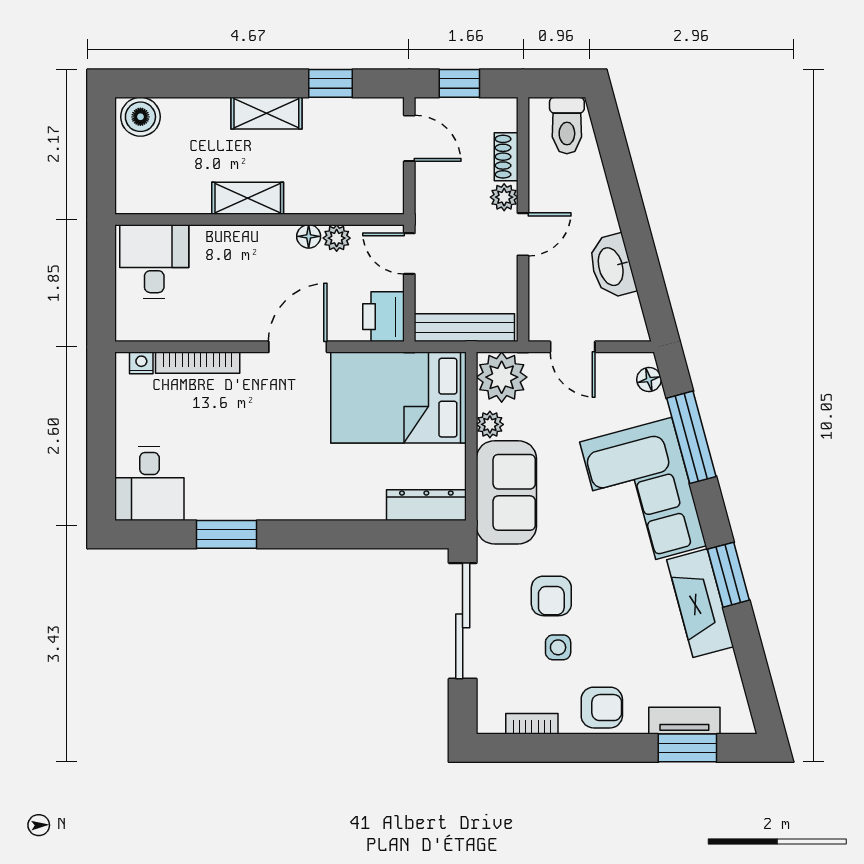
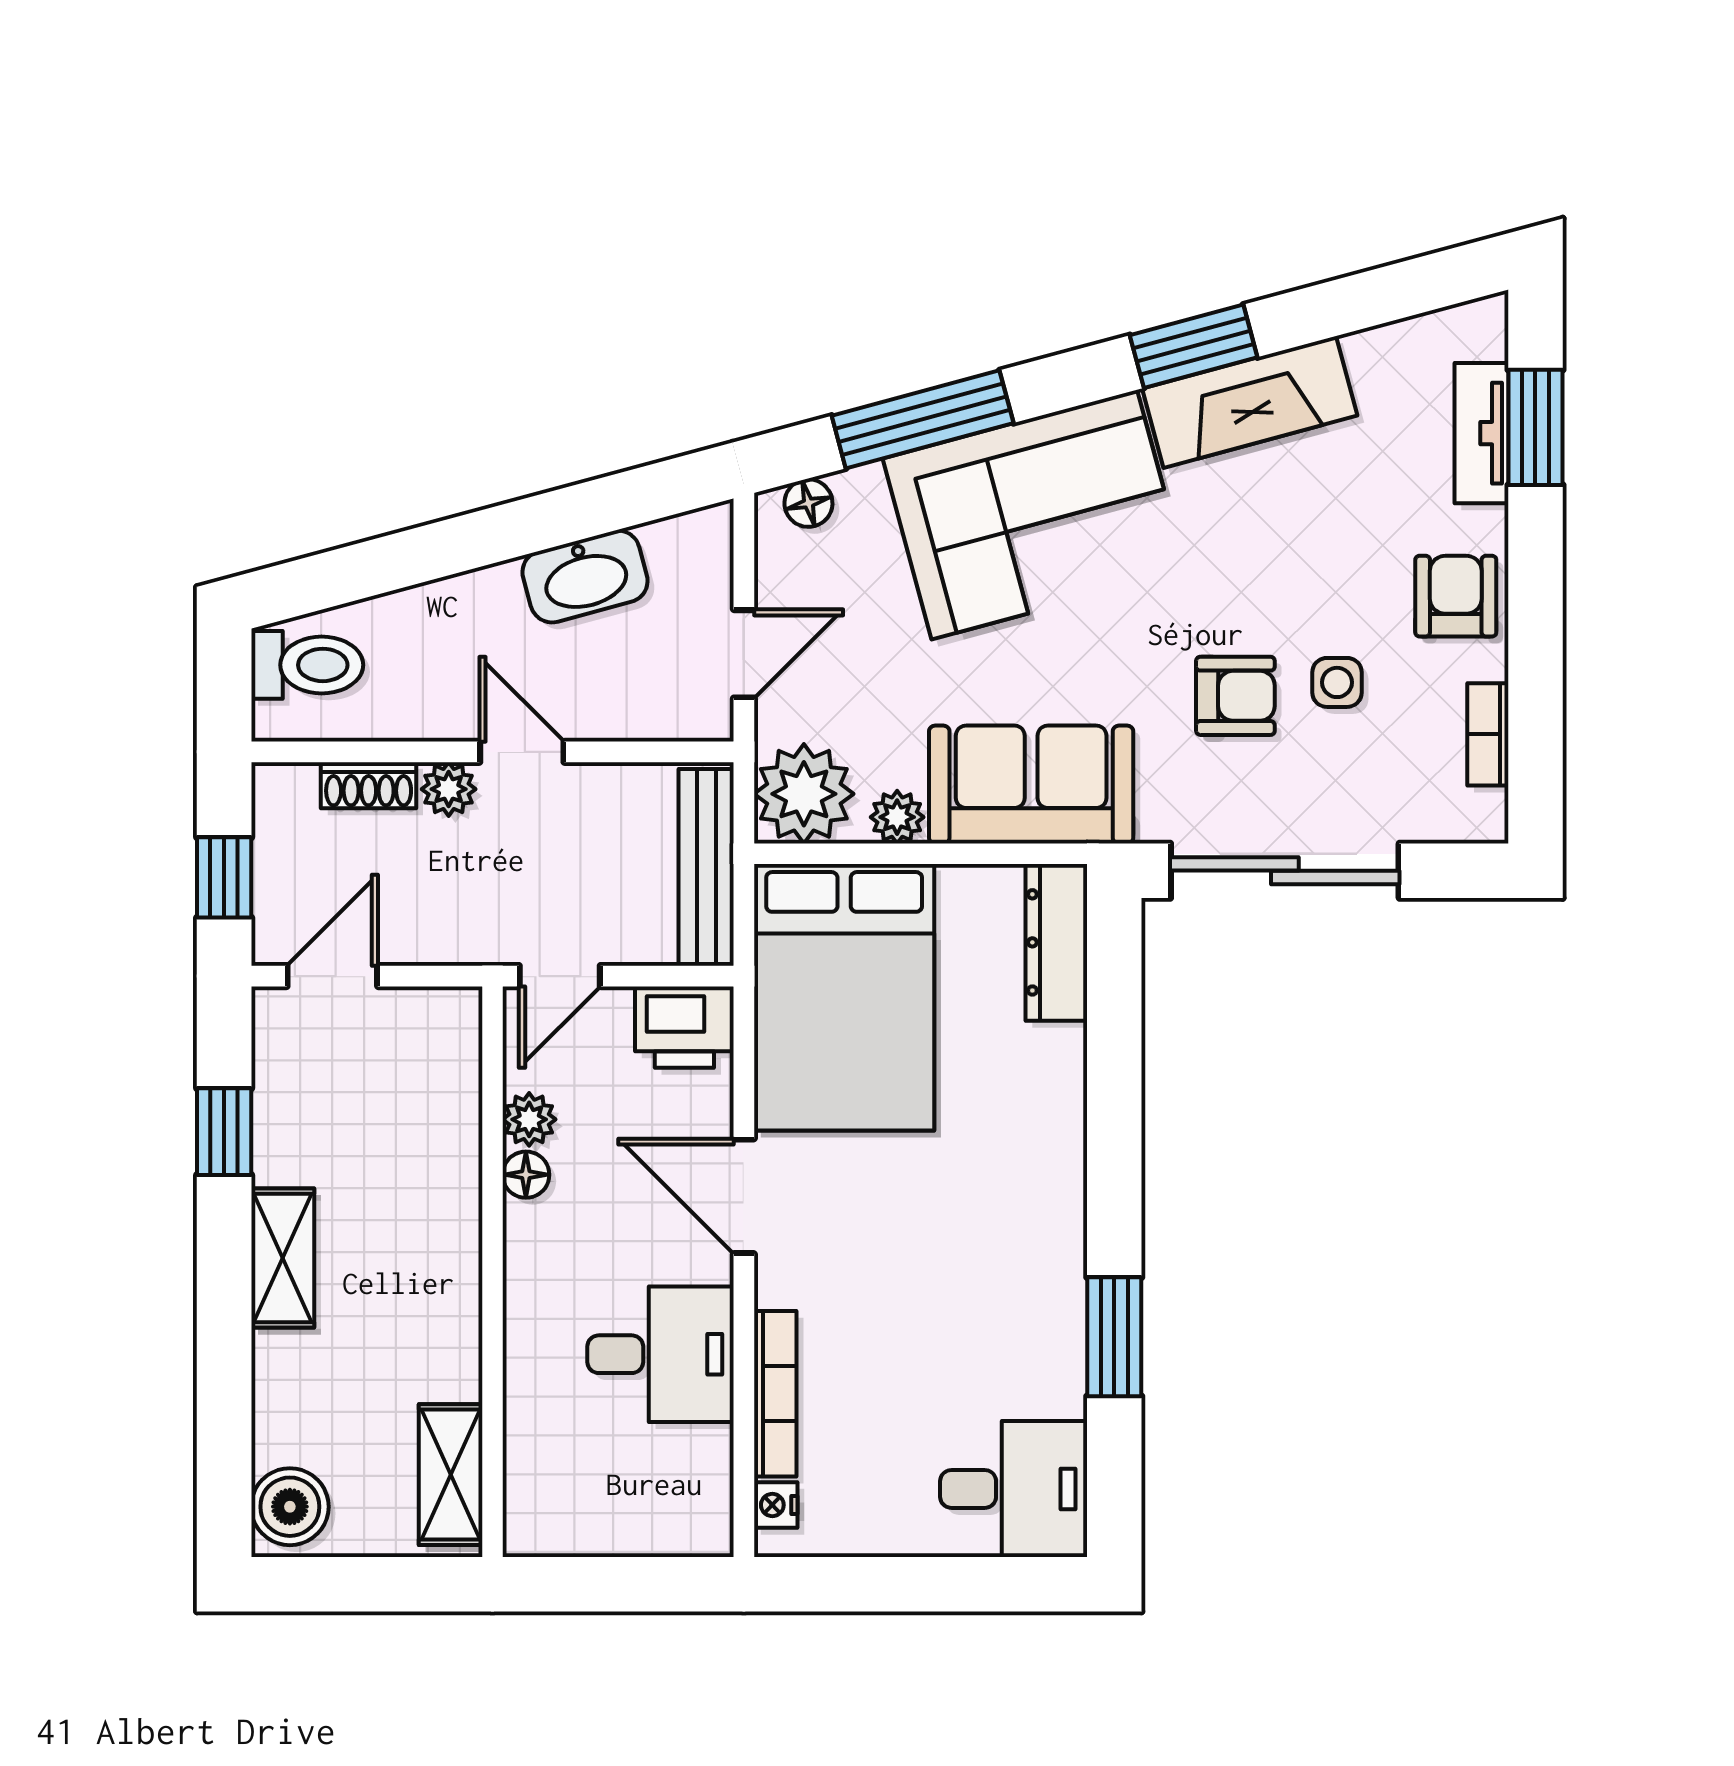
shelving: (248, 198) -> (451, 1475), moved
desk: (154, 262) -> (661, 1354), moved, turned 180

